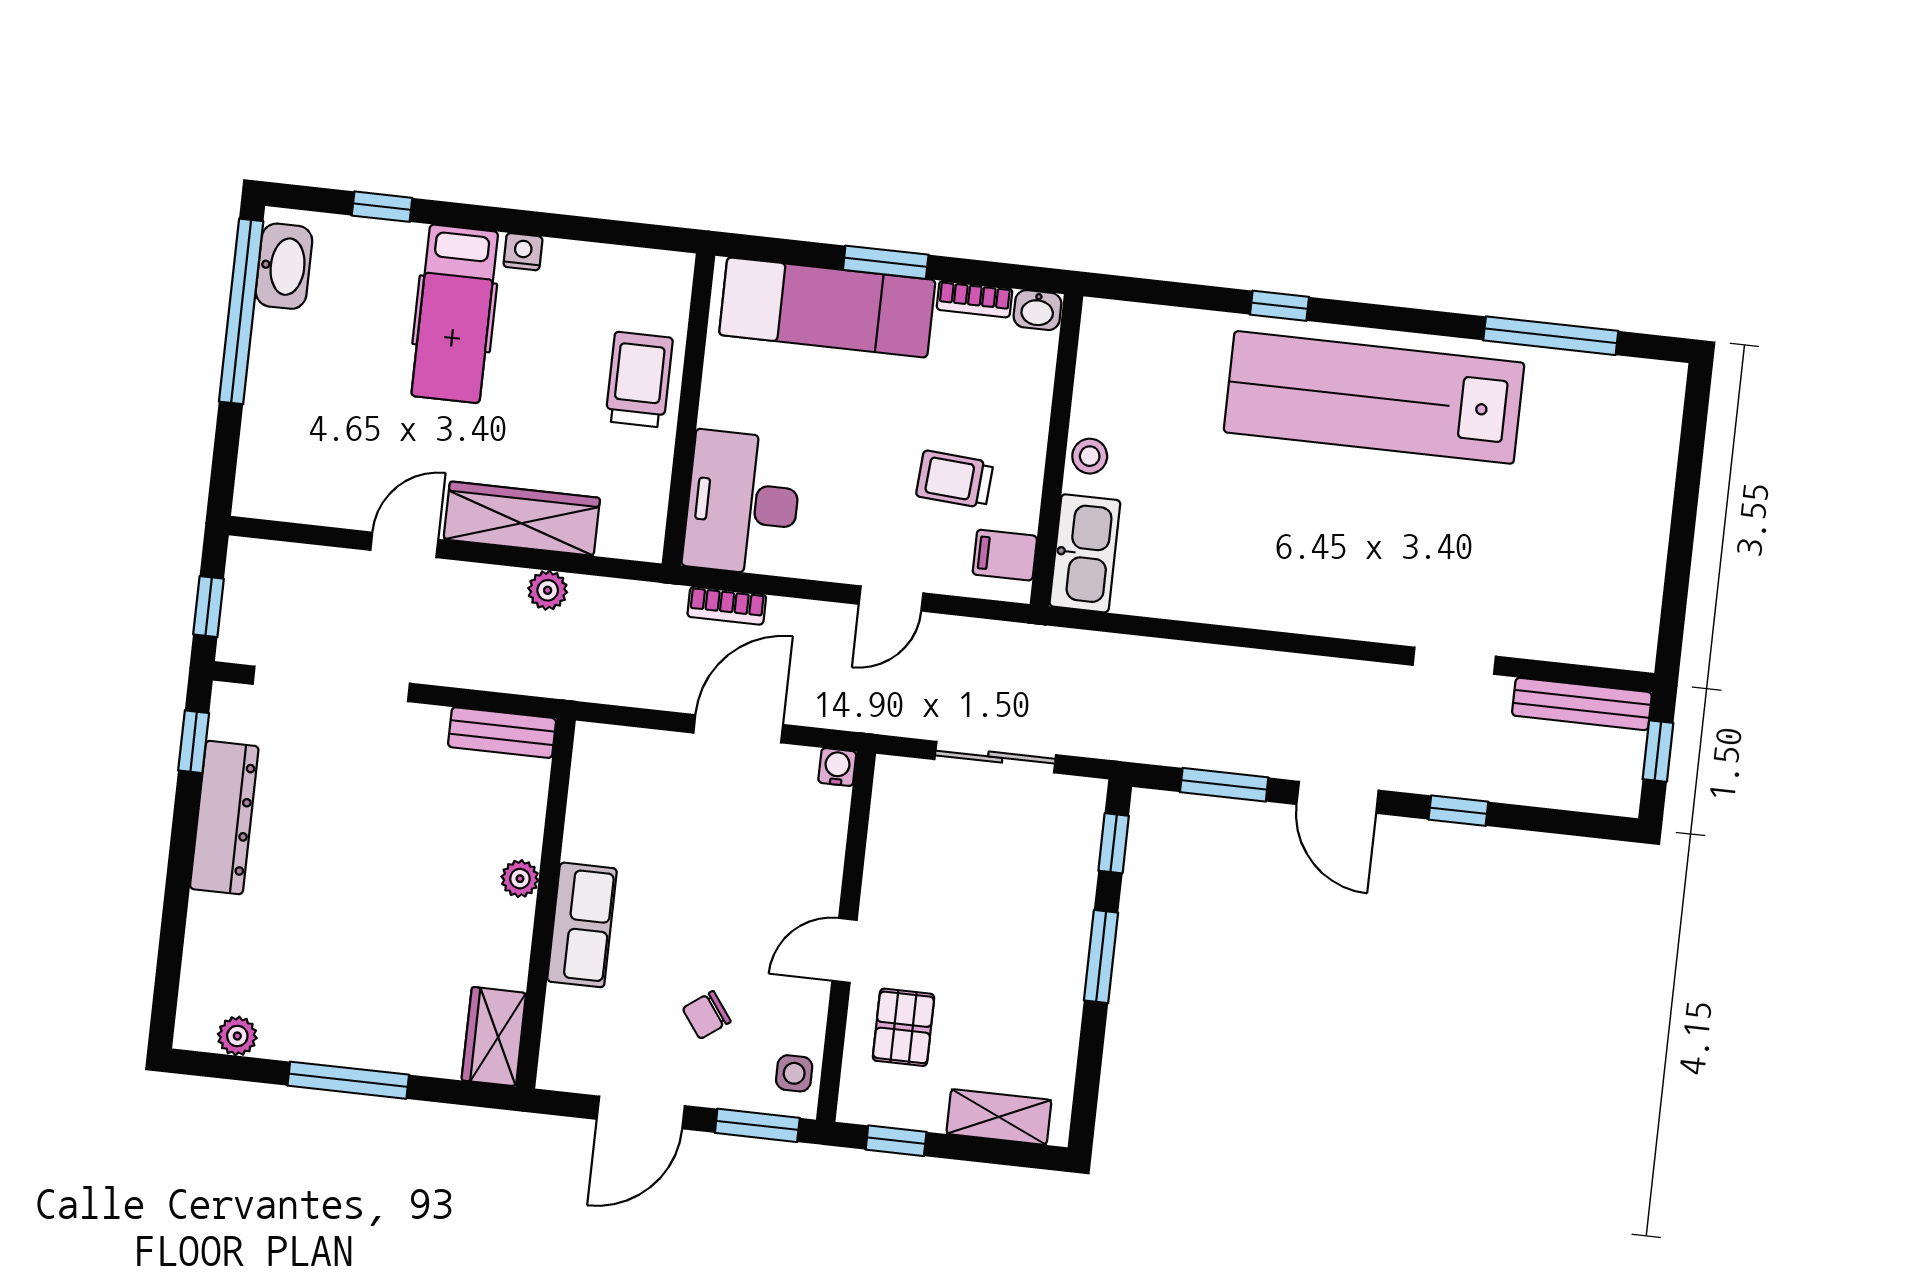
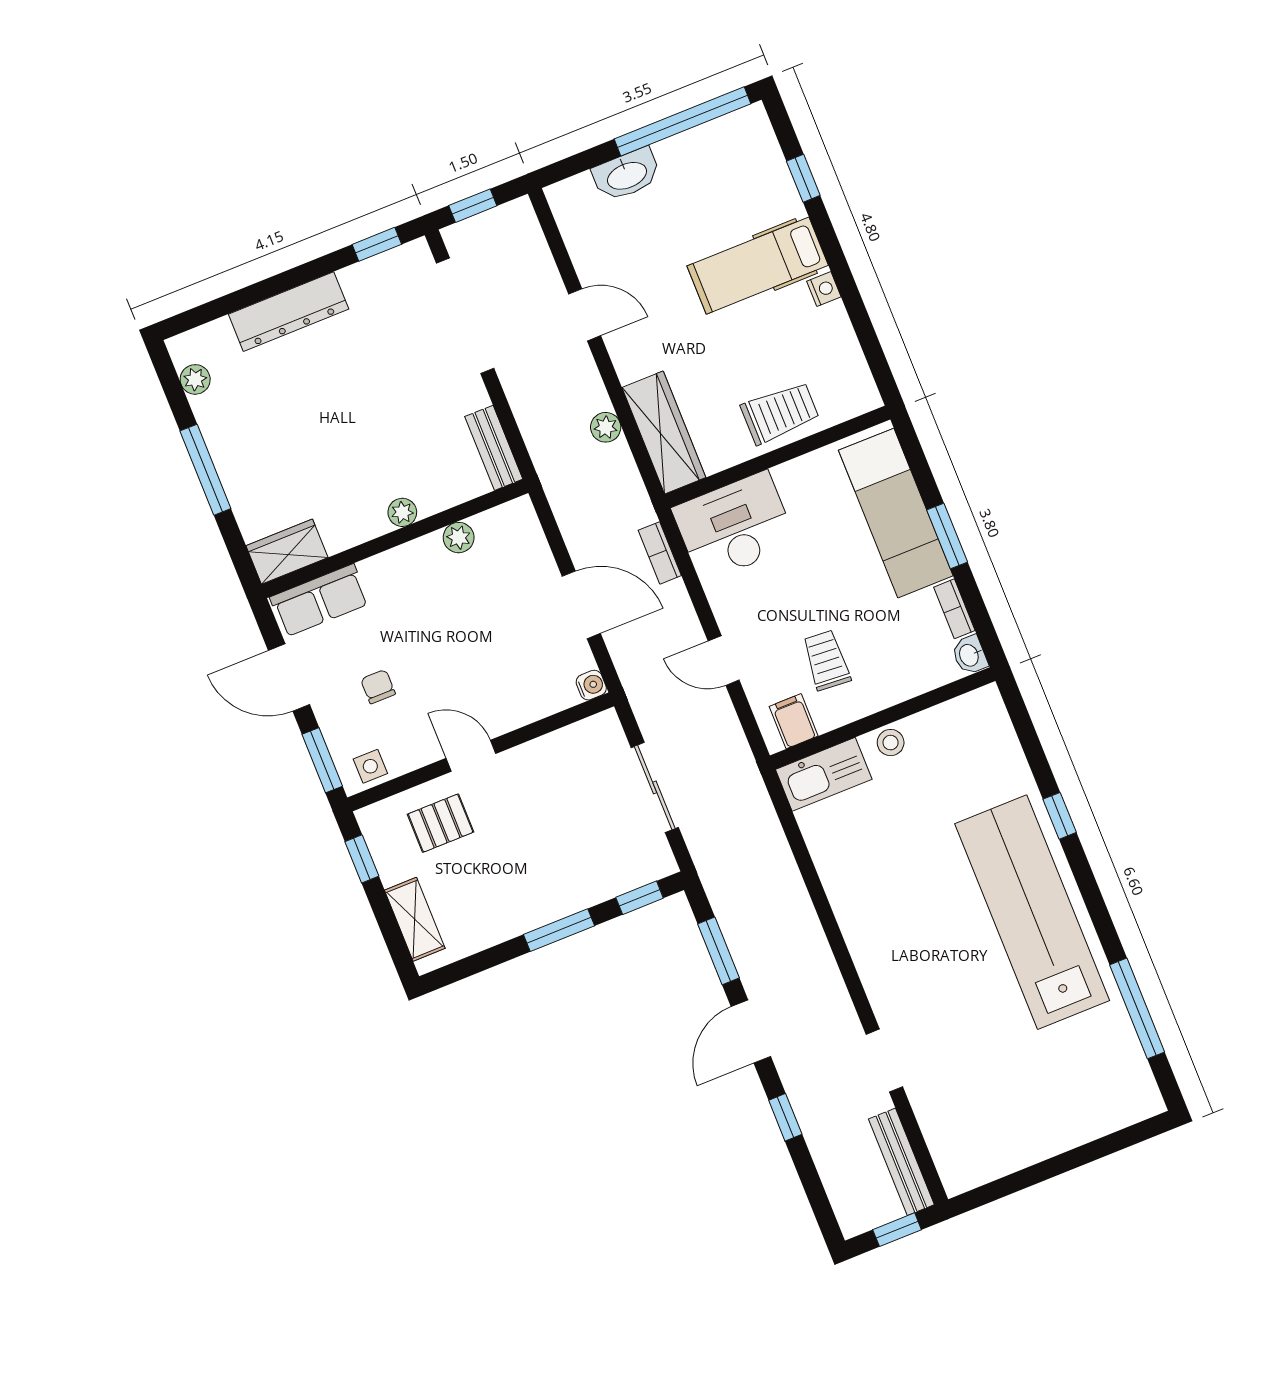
washbasin: (284, 266) -> (627, 175), moved
wardrobe: (522, 519) -> (664, 432), moved
dresser: (224, 818) -> (289, 312), moved
plant: (584, 829) -> (459, 538), added
row of seats: (582, 925) -> (320, 600), moved
chair: (707, 1015) -> (378, 687), turned 36

